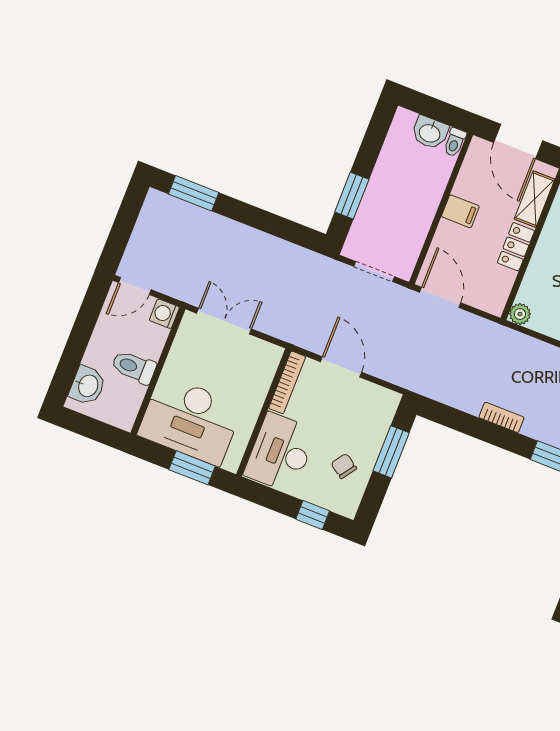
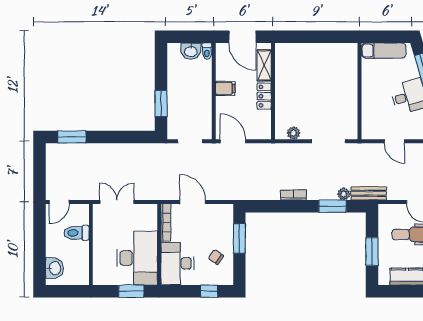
washing machine: (164, 314) -> (82, 211), removed
plant: (520, 314) -> (293, 133), moved
toilet: (134, 367) -> (76, 233), moved
desk: (190, 420) -> (137, 258), moved, turned -90

